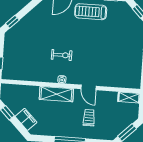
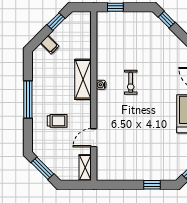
door: (89, 87) -> (94, 138), moved
filing cabinet: (26, 119) -> (50, 45), width x0.50

